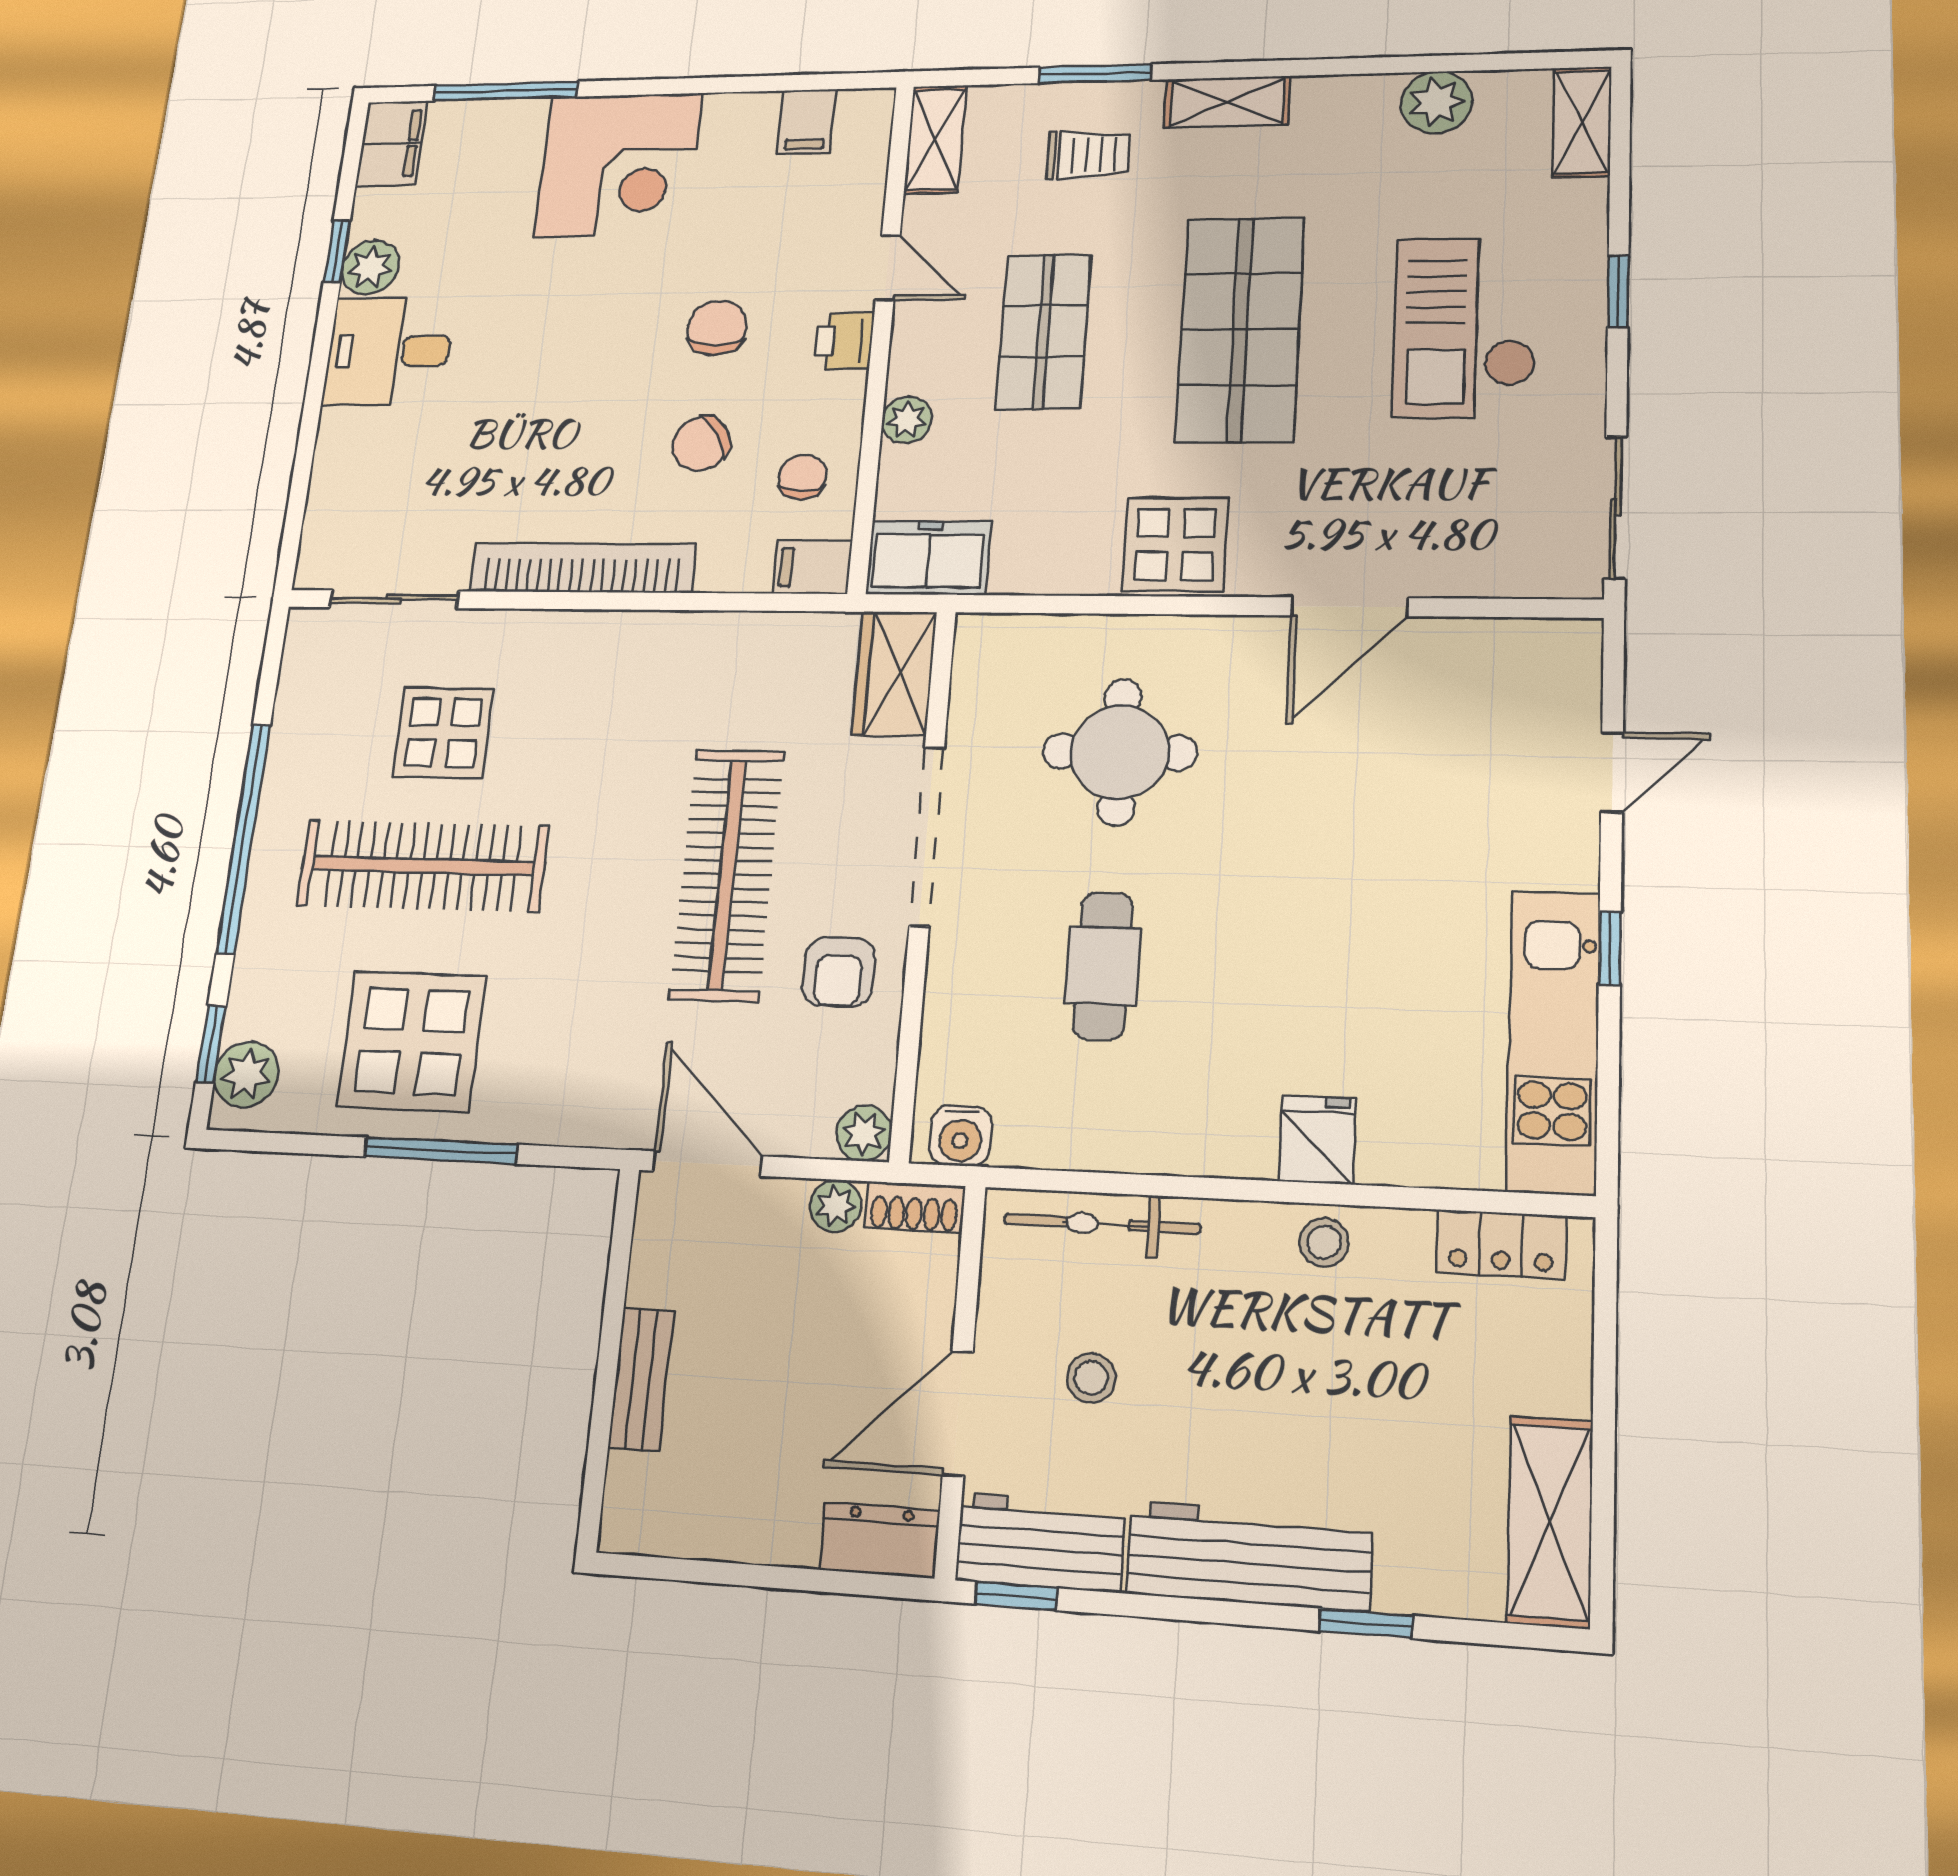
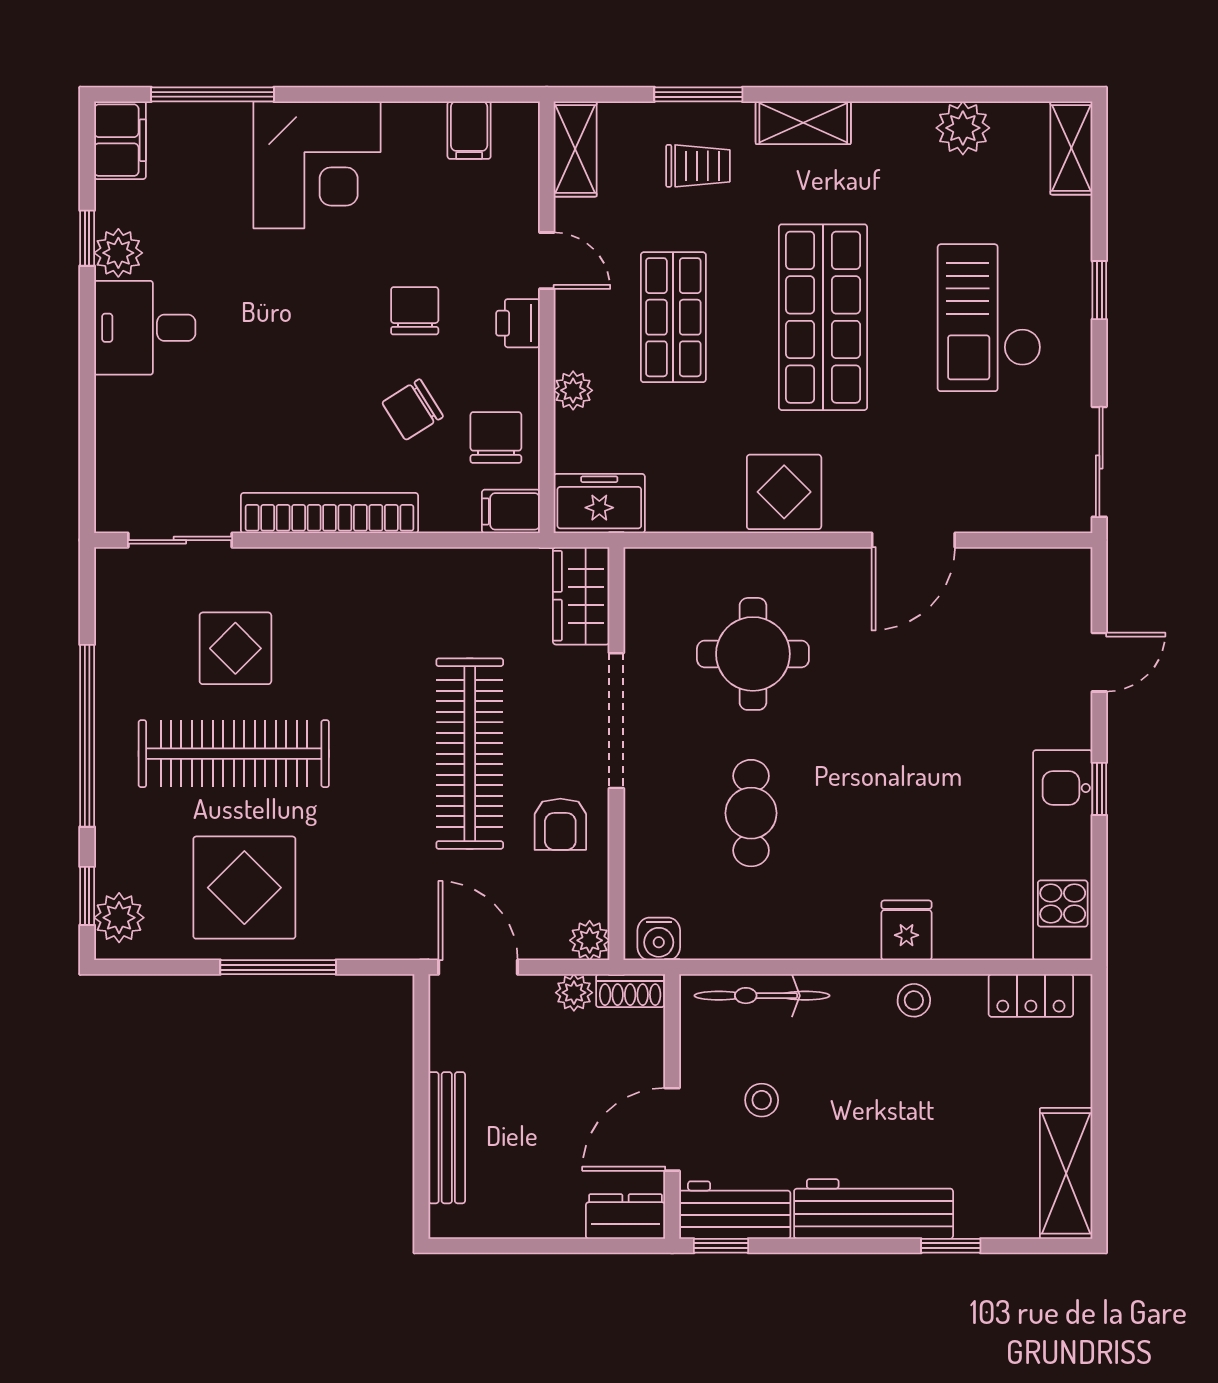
chair: (803, 477) -> (496, 438), width x1.37, depth x1.37
bench: (641, 1379) -> (447, 1138), width x1.36

